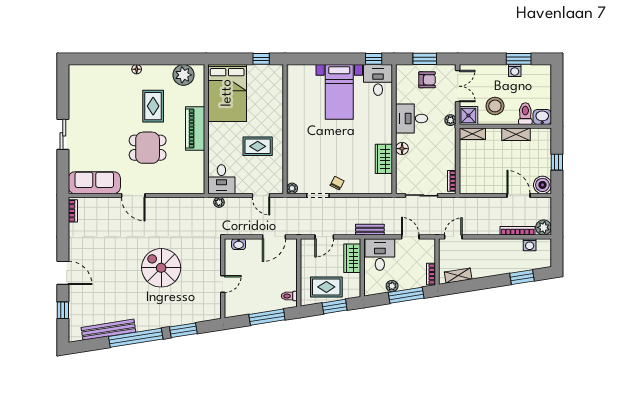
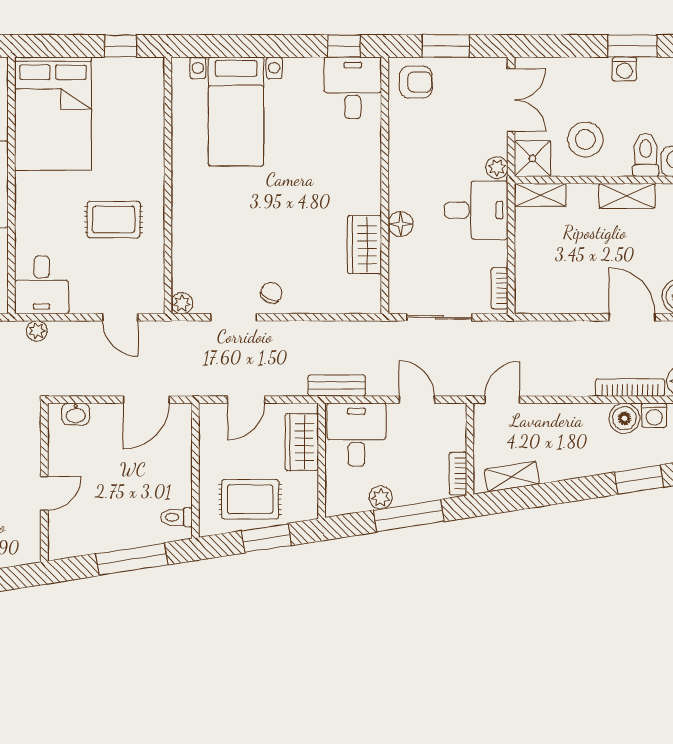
armchair: (427, 80) -> (416, 82), moved
bed with nightstands: (339, 92) -> (236, 111), moved
desk: (412, 118) -> (476, 210), moved, turned 180
boiler: (515, 246) -> (624, 418), added

